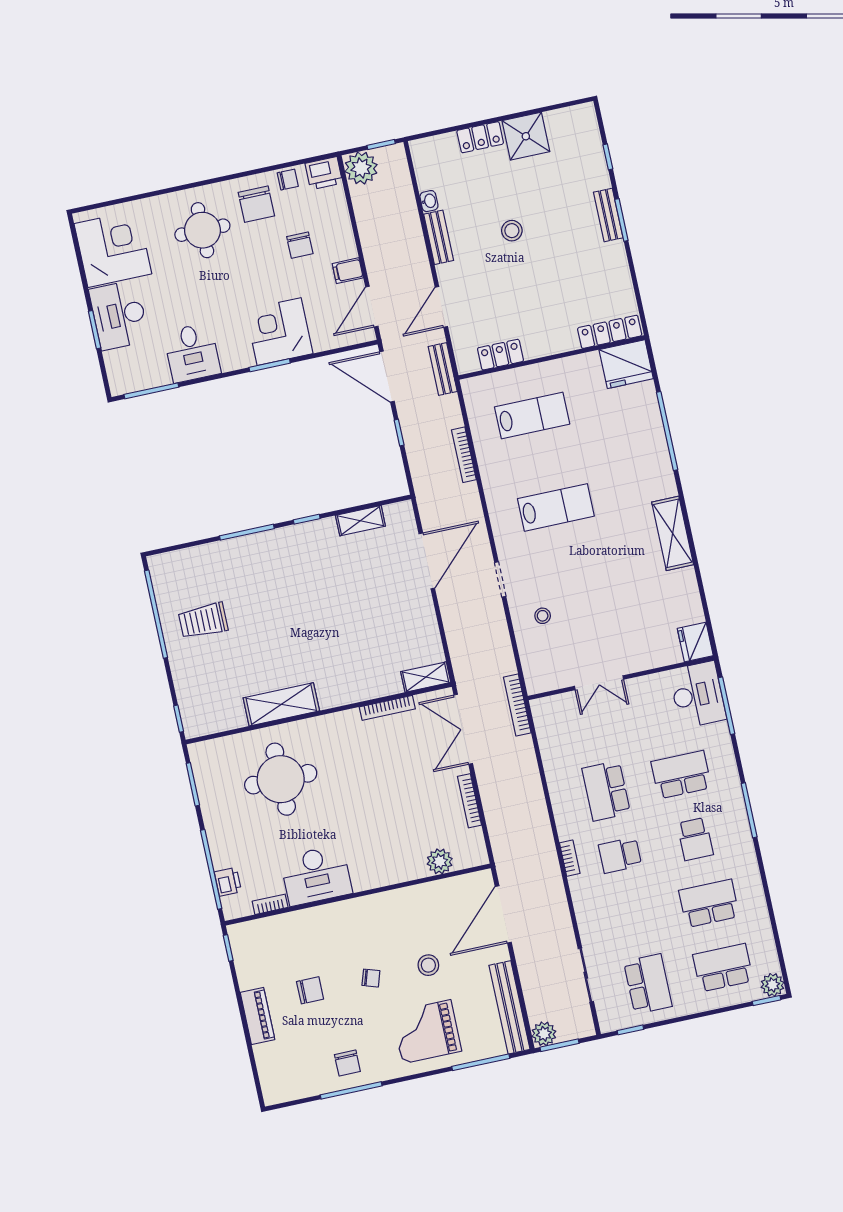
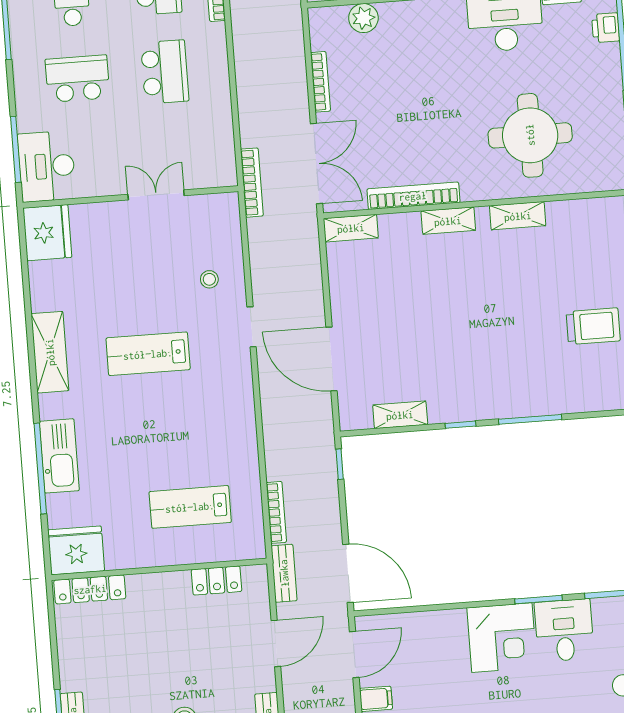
corner desk: (279, 332) -> (502, 638), moved
window: (270, 365) -> (539, 600), moved
window: (399, 433) -> (340, 464), moved
kitchen sink: (652, 444) -> (59, 456), added
bookcase: (464, 455) -> (276, 512), moved
lab bench: (556, 507) -> (148, 354), moved
door: (427, 561) -> (332, 359), hinge flipped
fridge: (695, 642) -> (47, 233), width x1.36, depth x1.34
shelving: (342, 695) -> (448, 221), added
shelving: (281, 704) -> (518, 216), width x0.67, depth x0.75
bookcase: (387, 708) -> (413, 196), width x1.48, depth x1.31
school desk: (681, 775) -> (77, 79), turned 180

